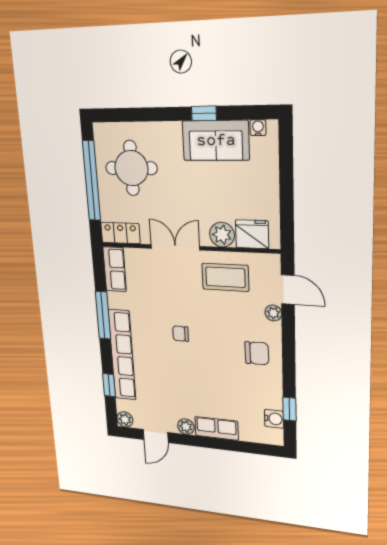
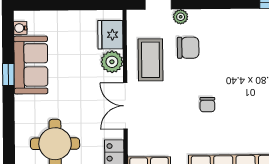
chair: (257, 353) -> (188, 48), moved, turned 91

